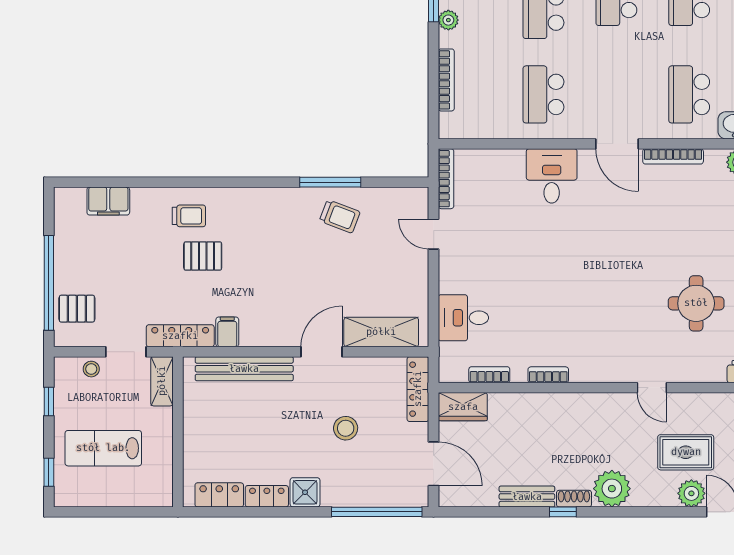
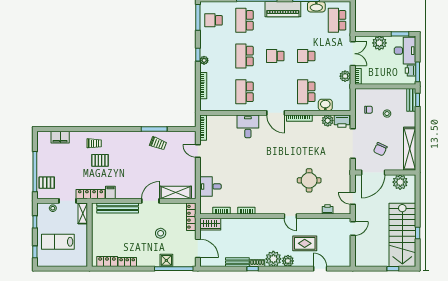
shower: (305, 492) -> (166, 260), moved
plant: (691, 493) -> (288, 261), moved

